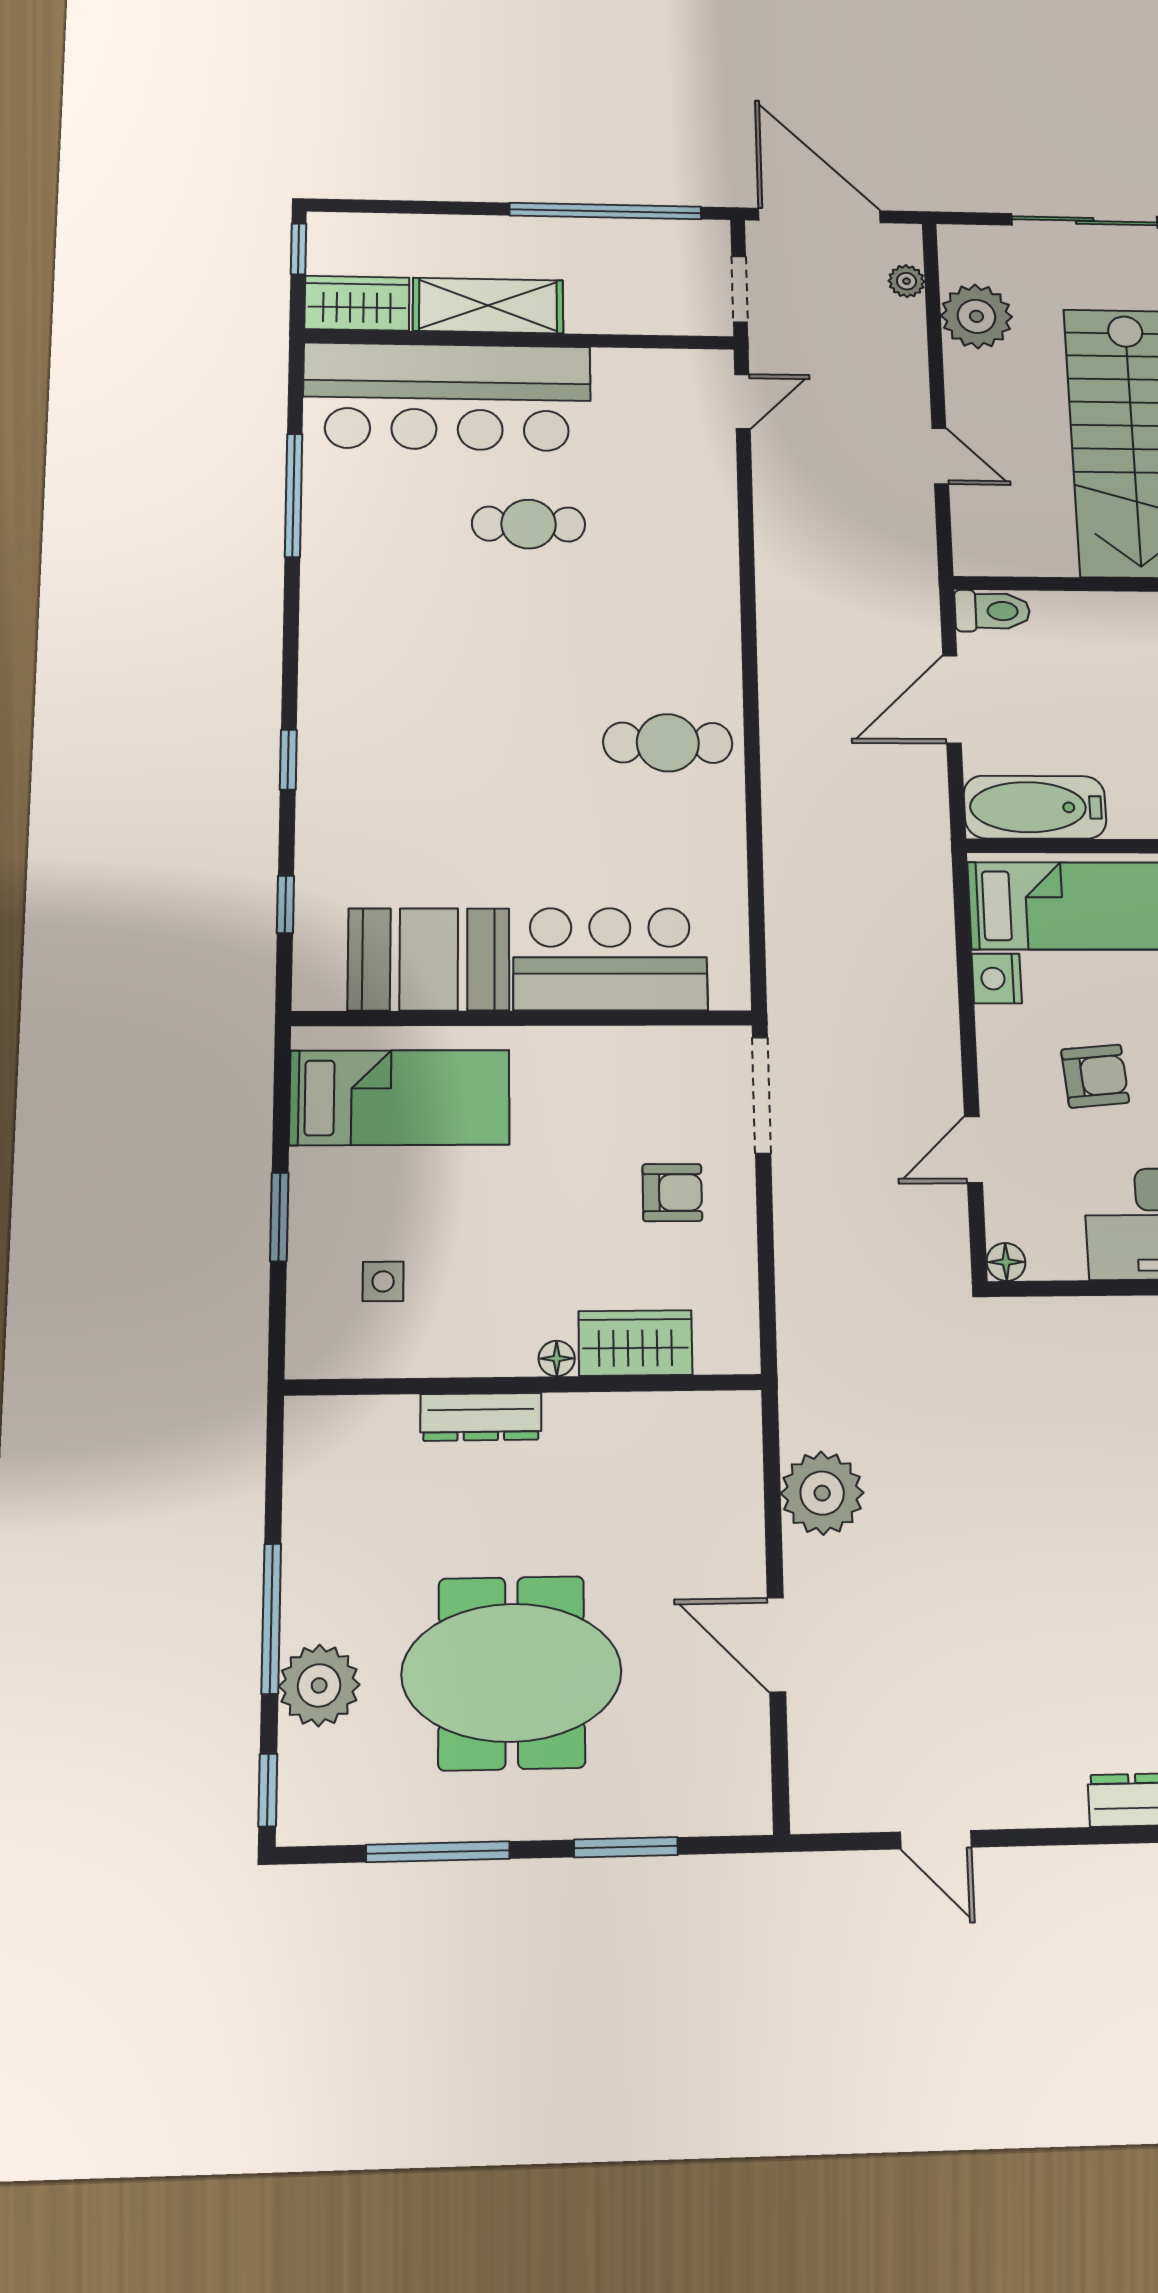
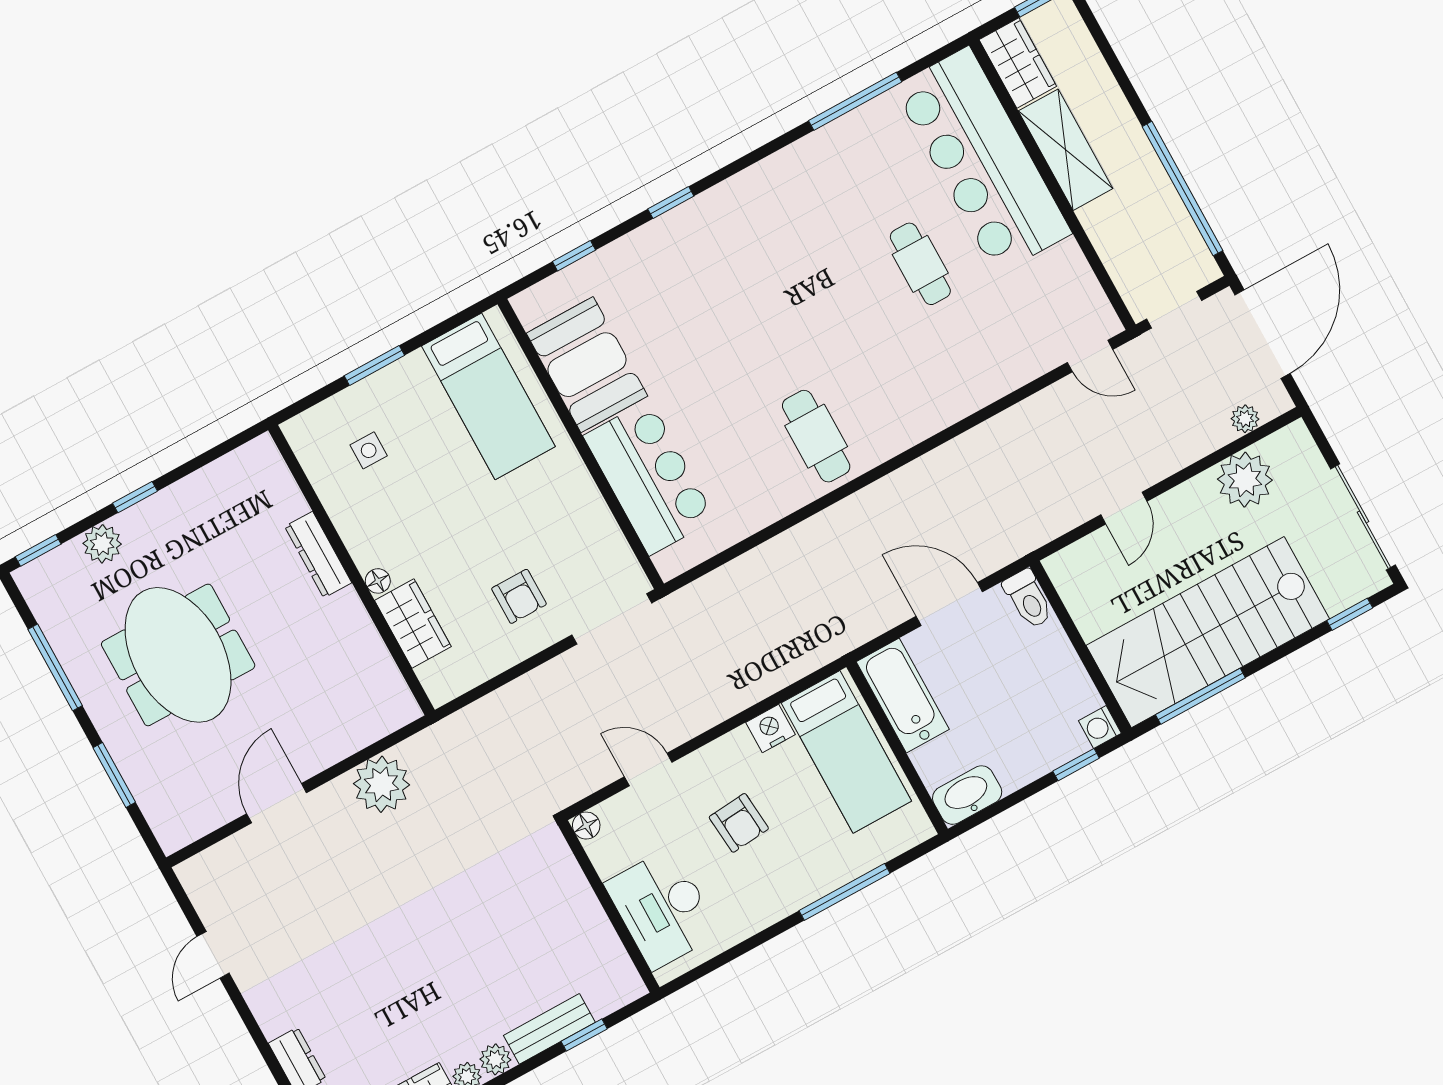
window: (271, 1618) -> (135, 497), width x0.46
plant: (319, 1685) -> (102, 544), width x0.73, depth x0.73

